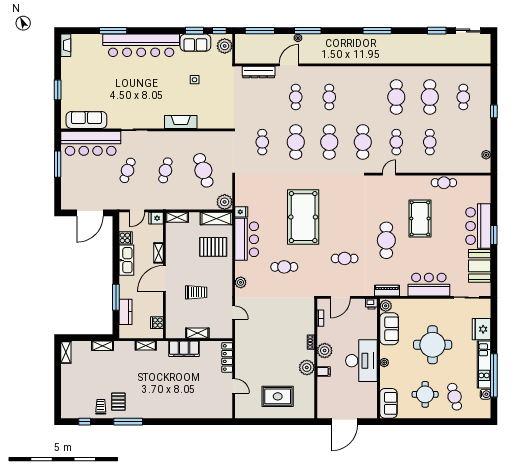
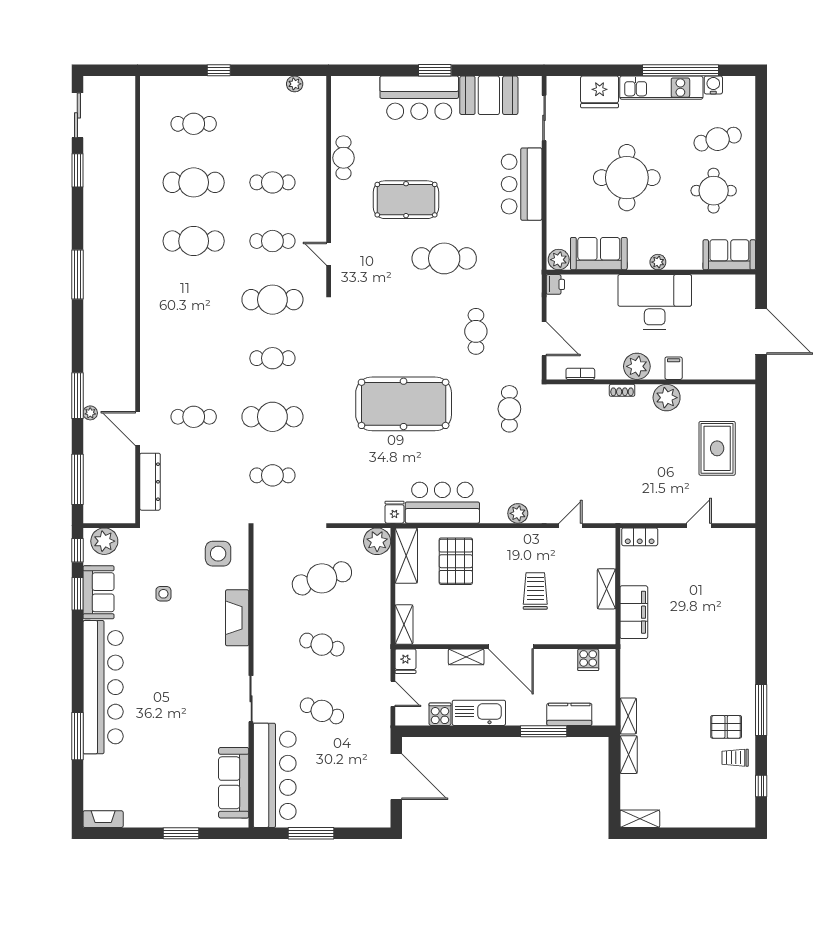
cafe table: (329, 97) -> (194, 358), removed
side table: (217, 111) -> (218, 554), added
cafe table: (329, 142) -> (272, 358), width x0.73, depth x0.74
cafe table: (284, 267) -> (509, 409), moved
piano: (387, 291) -> (532, 257), removed
shelving: (146, 346) -> (628, 716), moved
locker: (227, 357) -> (640, 537), width x0.66

